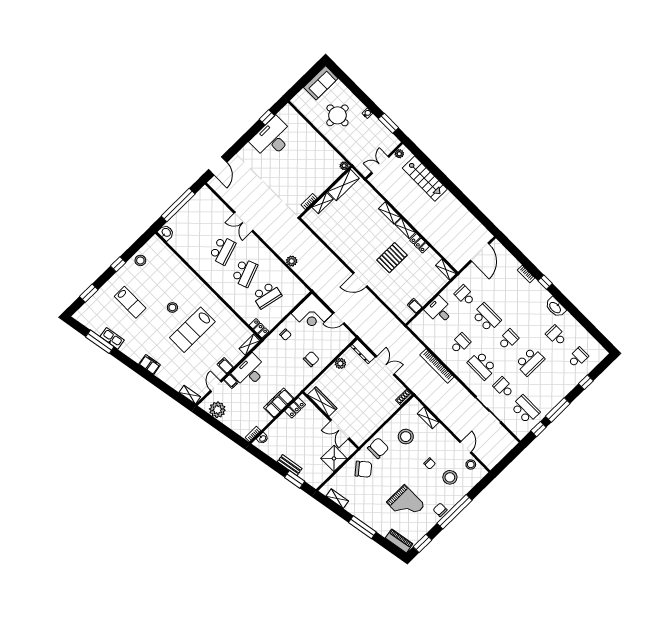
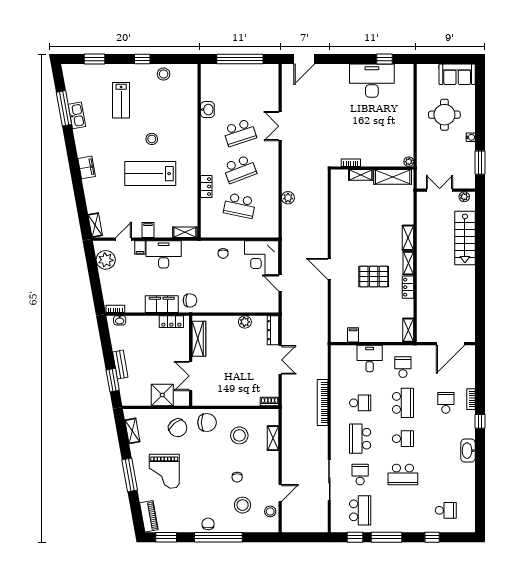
washbasin: (166, 233) -> (207, 110), moved
locker: (259, 328) -> (206, 187), moved
school desk: (556, 336) -> (446, 403), moved
chair: (311, 359) -> (190, 300), moved
grand piano: (406, 504) -> (164, 471), moved

